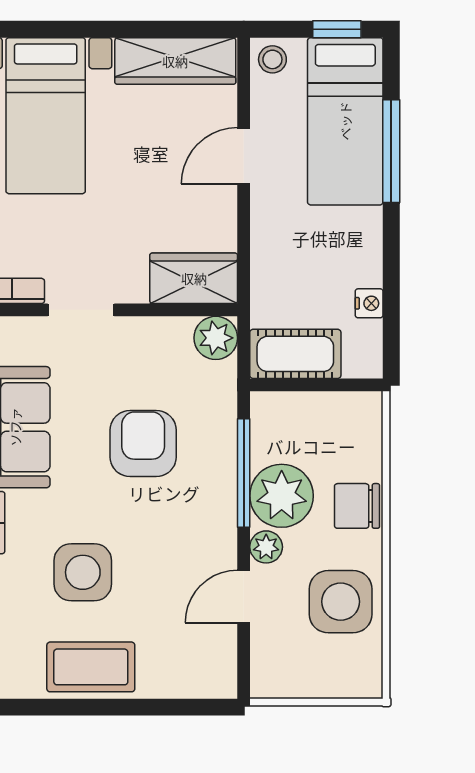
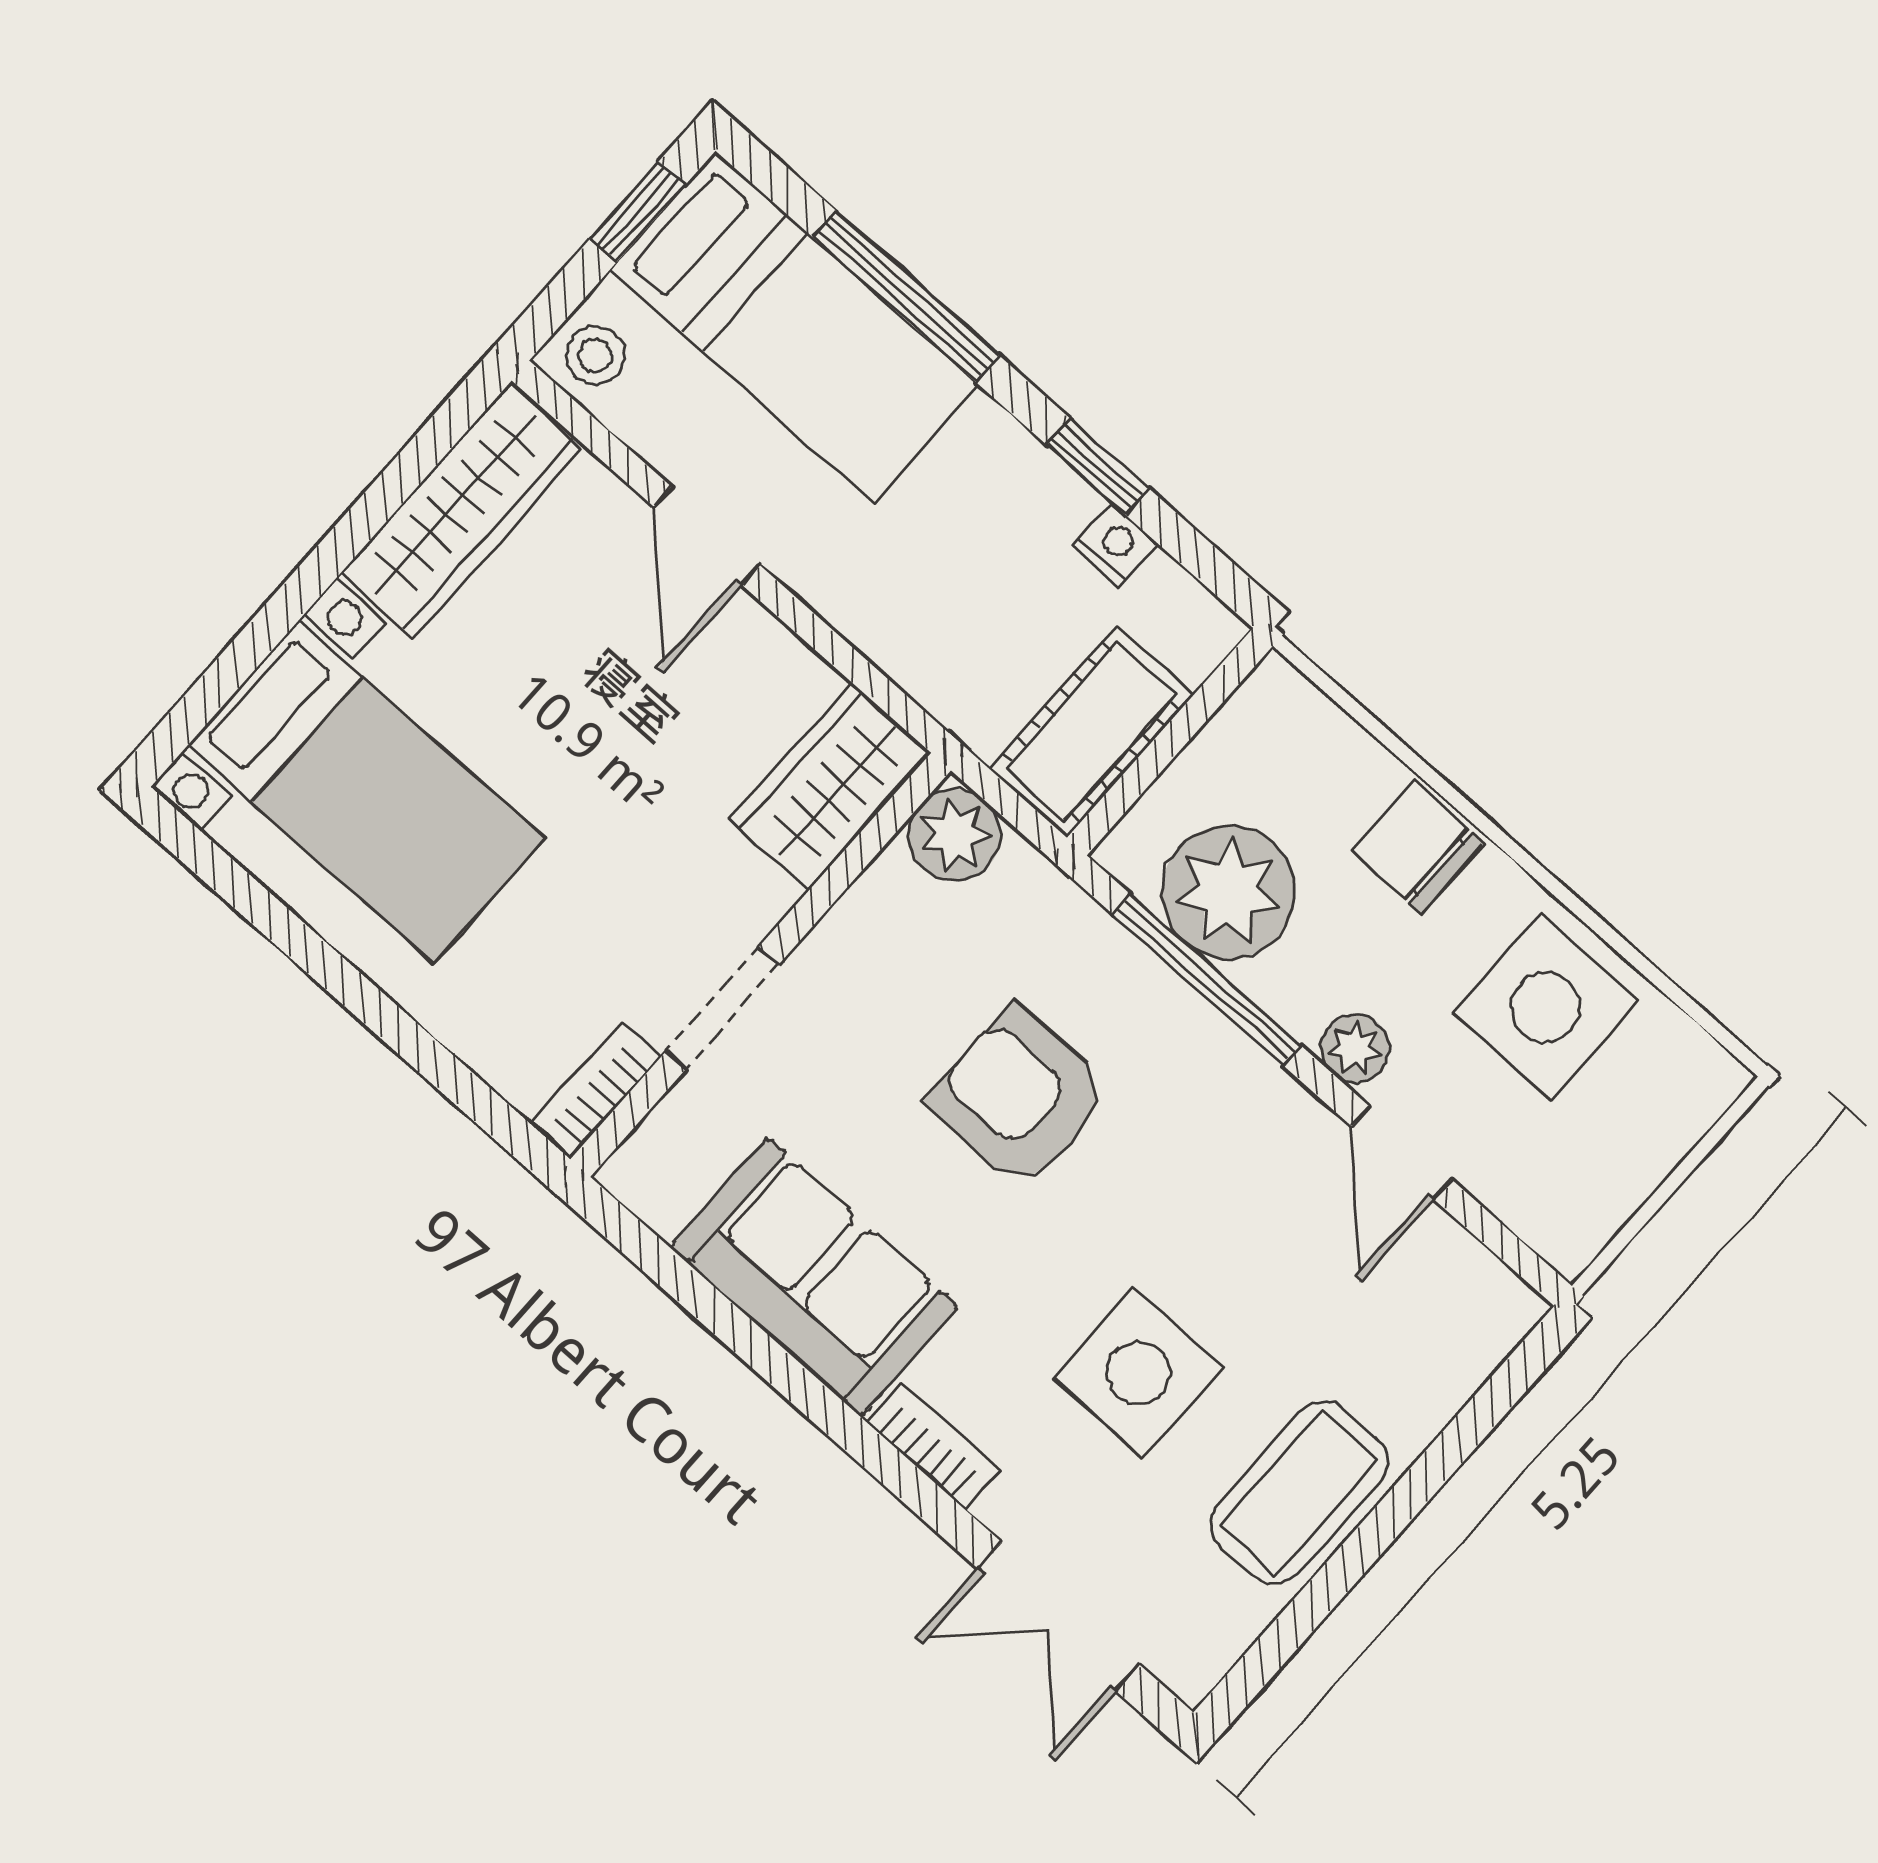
window: (391, 273) -> (1098, 467), added
plant: (282, 496) -> (1229, 892), moved
chair: (357, 506) -> (1418, 847), turned 90

